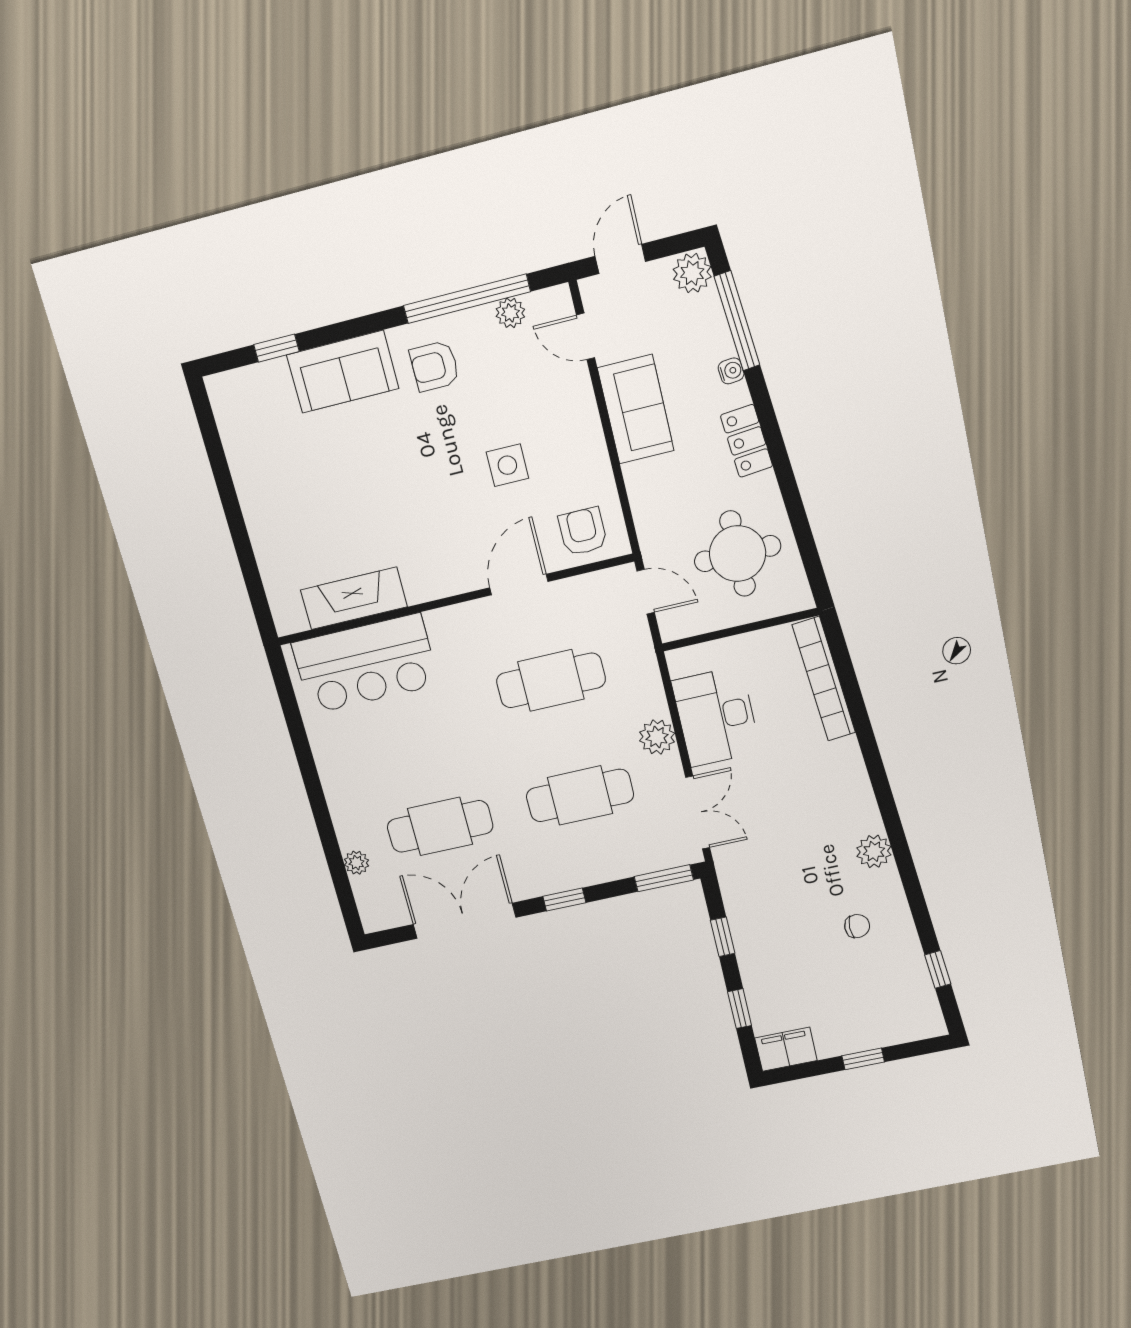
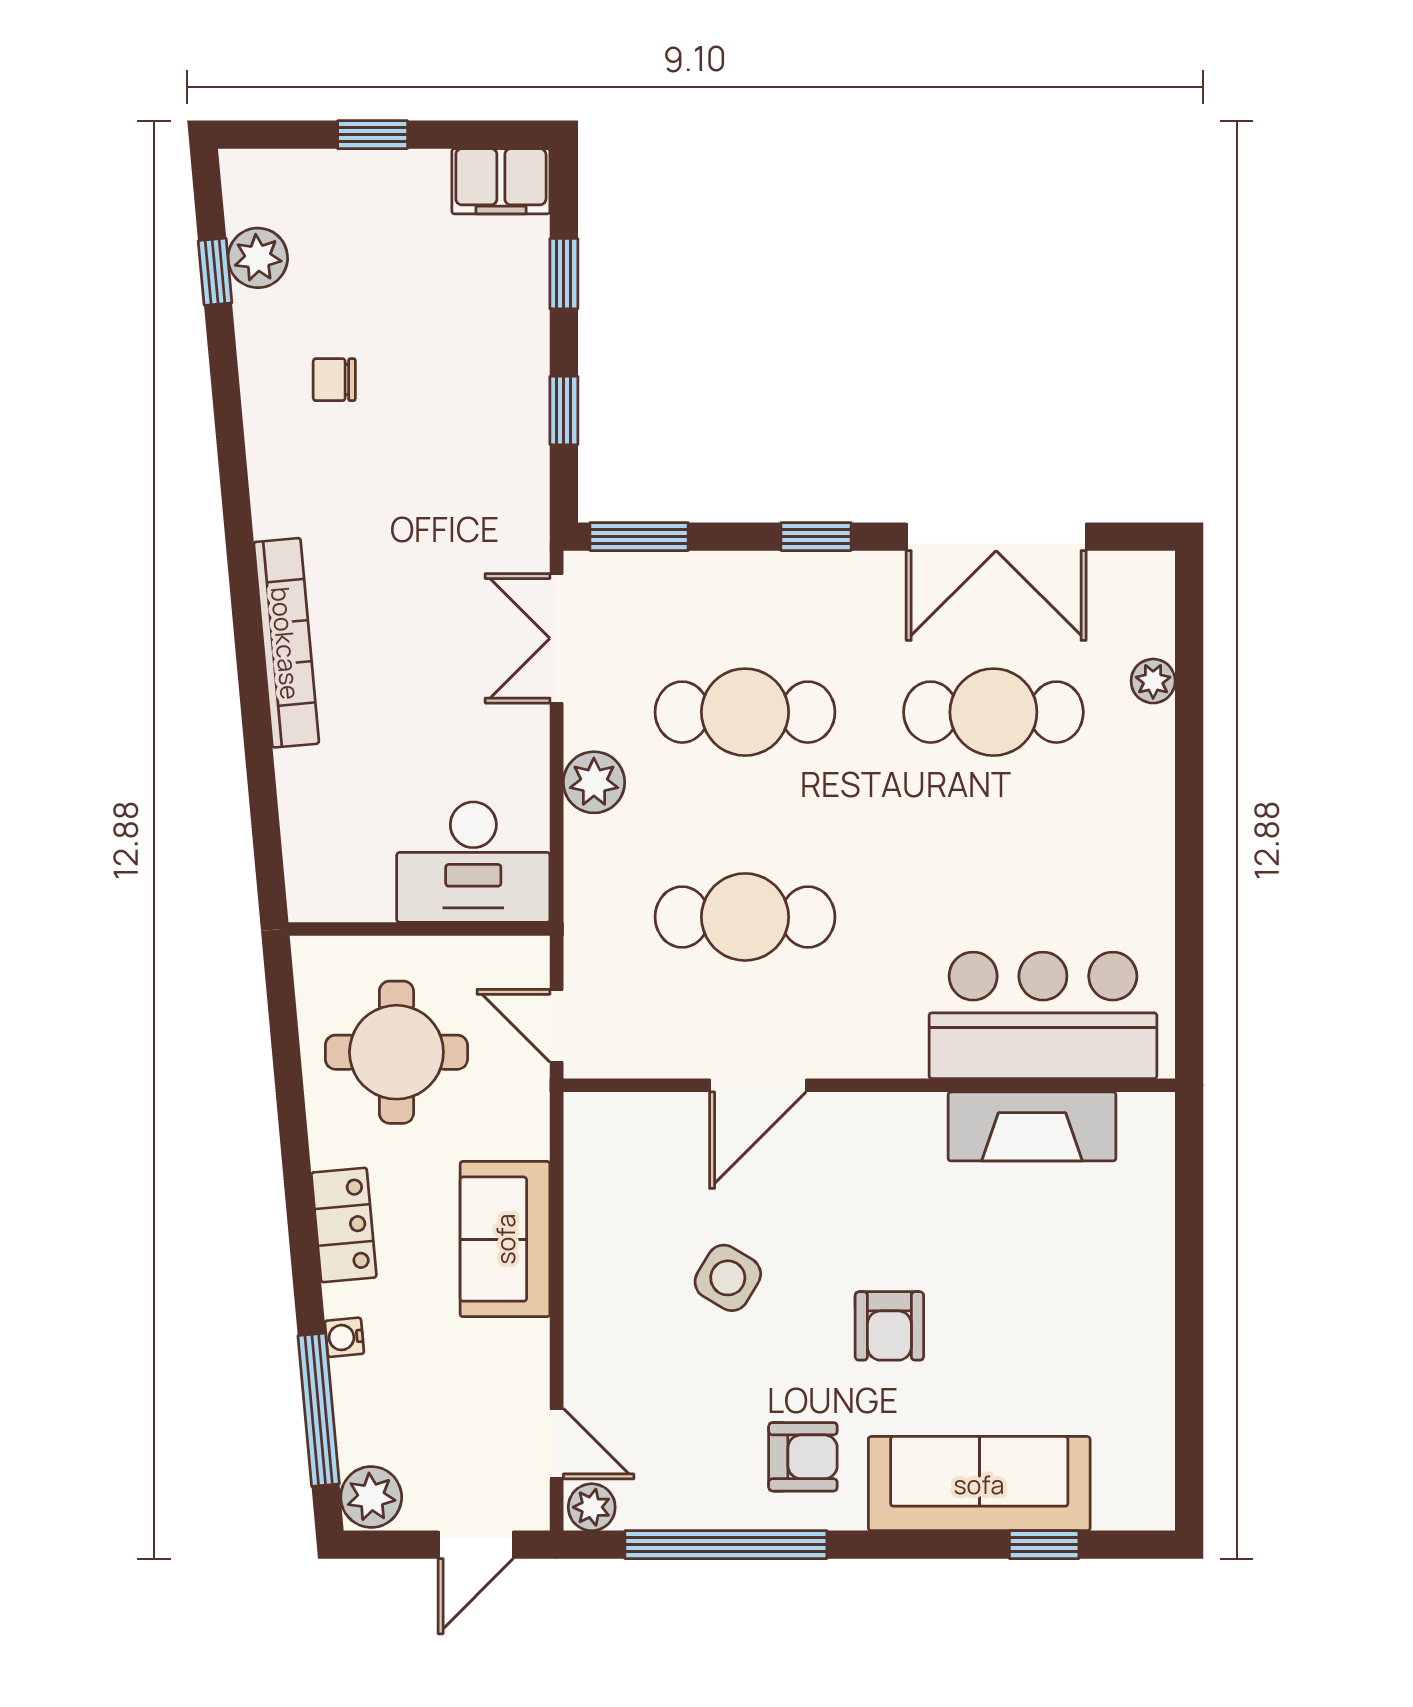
plant: (510, 313) -> (592, 1507), moved
sofa: (343, 372) -> (979, 1484), width x1.36
sofa: (636, 409) -> (505, 1239), moved
side table: (507, 465) -> (728, 1278), turned 31
armchair: (583, 531) -> (889, 1326), moved
bookcase: (824, 679) -> (286, 643), moved
desk: (716, 717) -> (473, 862), moved, turned 90
plant: (874, 851) -> (258, 258), moved

